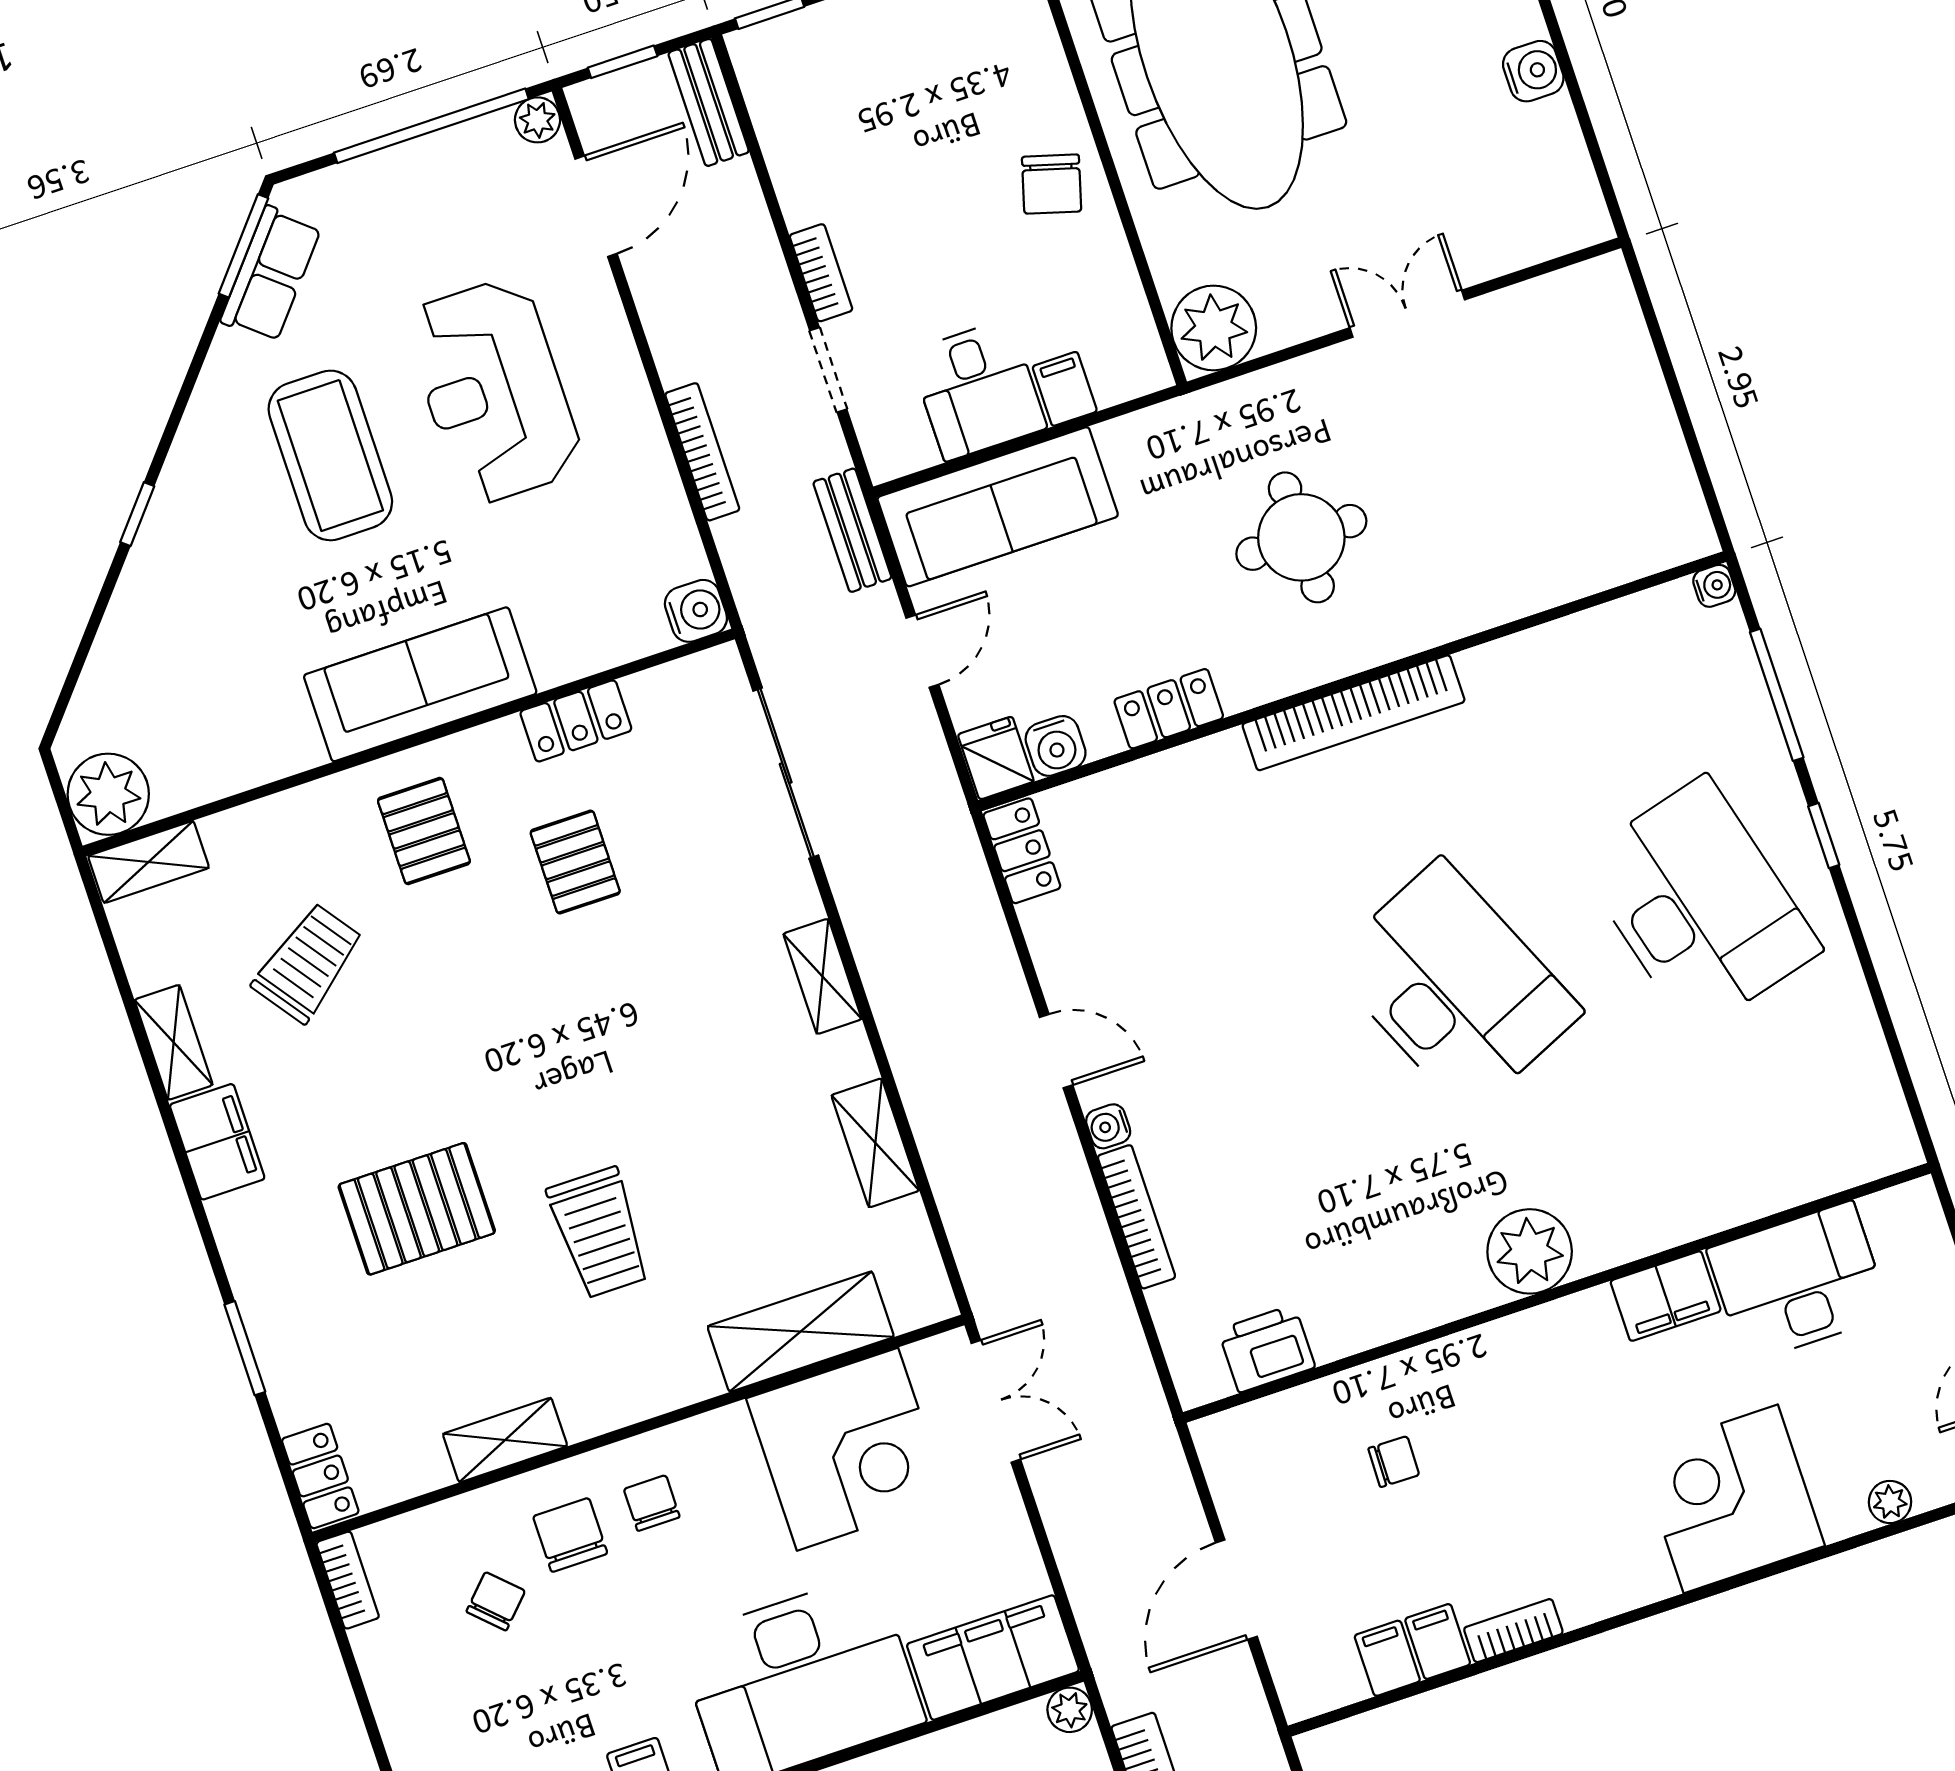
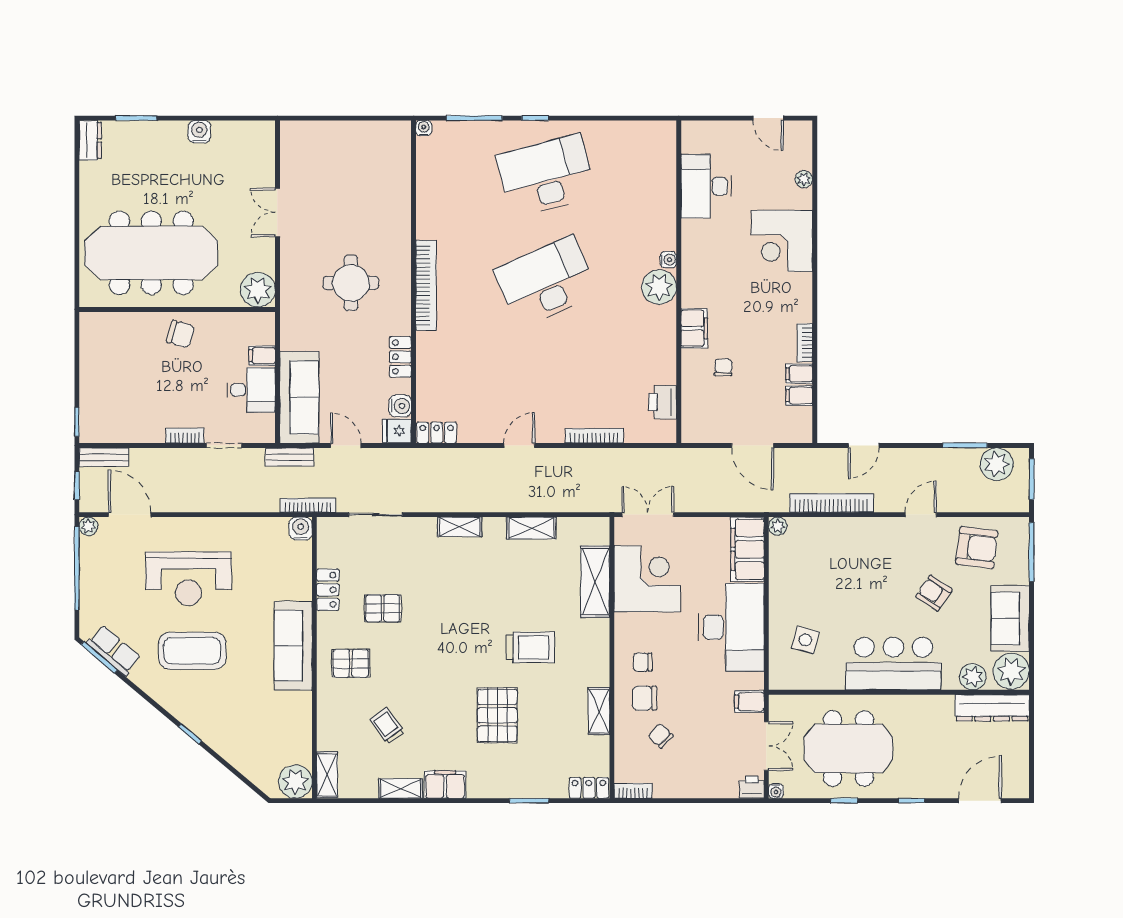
bookcase: (702, 452) -> (308, 505), moved
sliding door: (786, 773) -> (376, 515), width x0.73
trolley: (308, 963) -> (387, 726), width x0.73, depth x0.72
water cooler: (1108, 1126) -> (668, 260), moved, turned -90
filing cabinet: (1666, 1296) -> (694, 328), moved

